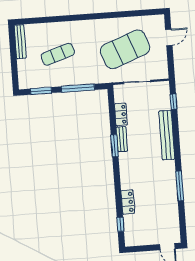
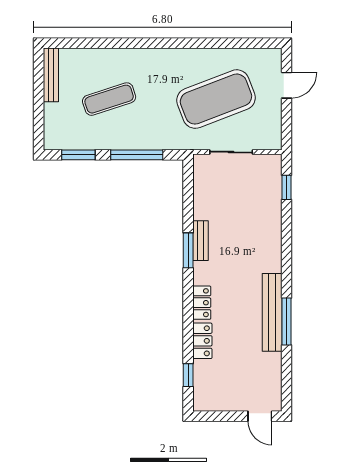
locker: (121, 114) -> (202, 303), moved
bench: (167, 135) -> (272, 312), moved

